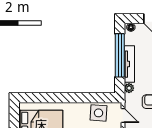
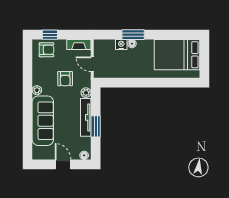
window: (120, 55) -> (96, 126), width x0.47
side table: (99, 113) -> (117, 67), removed

